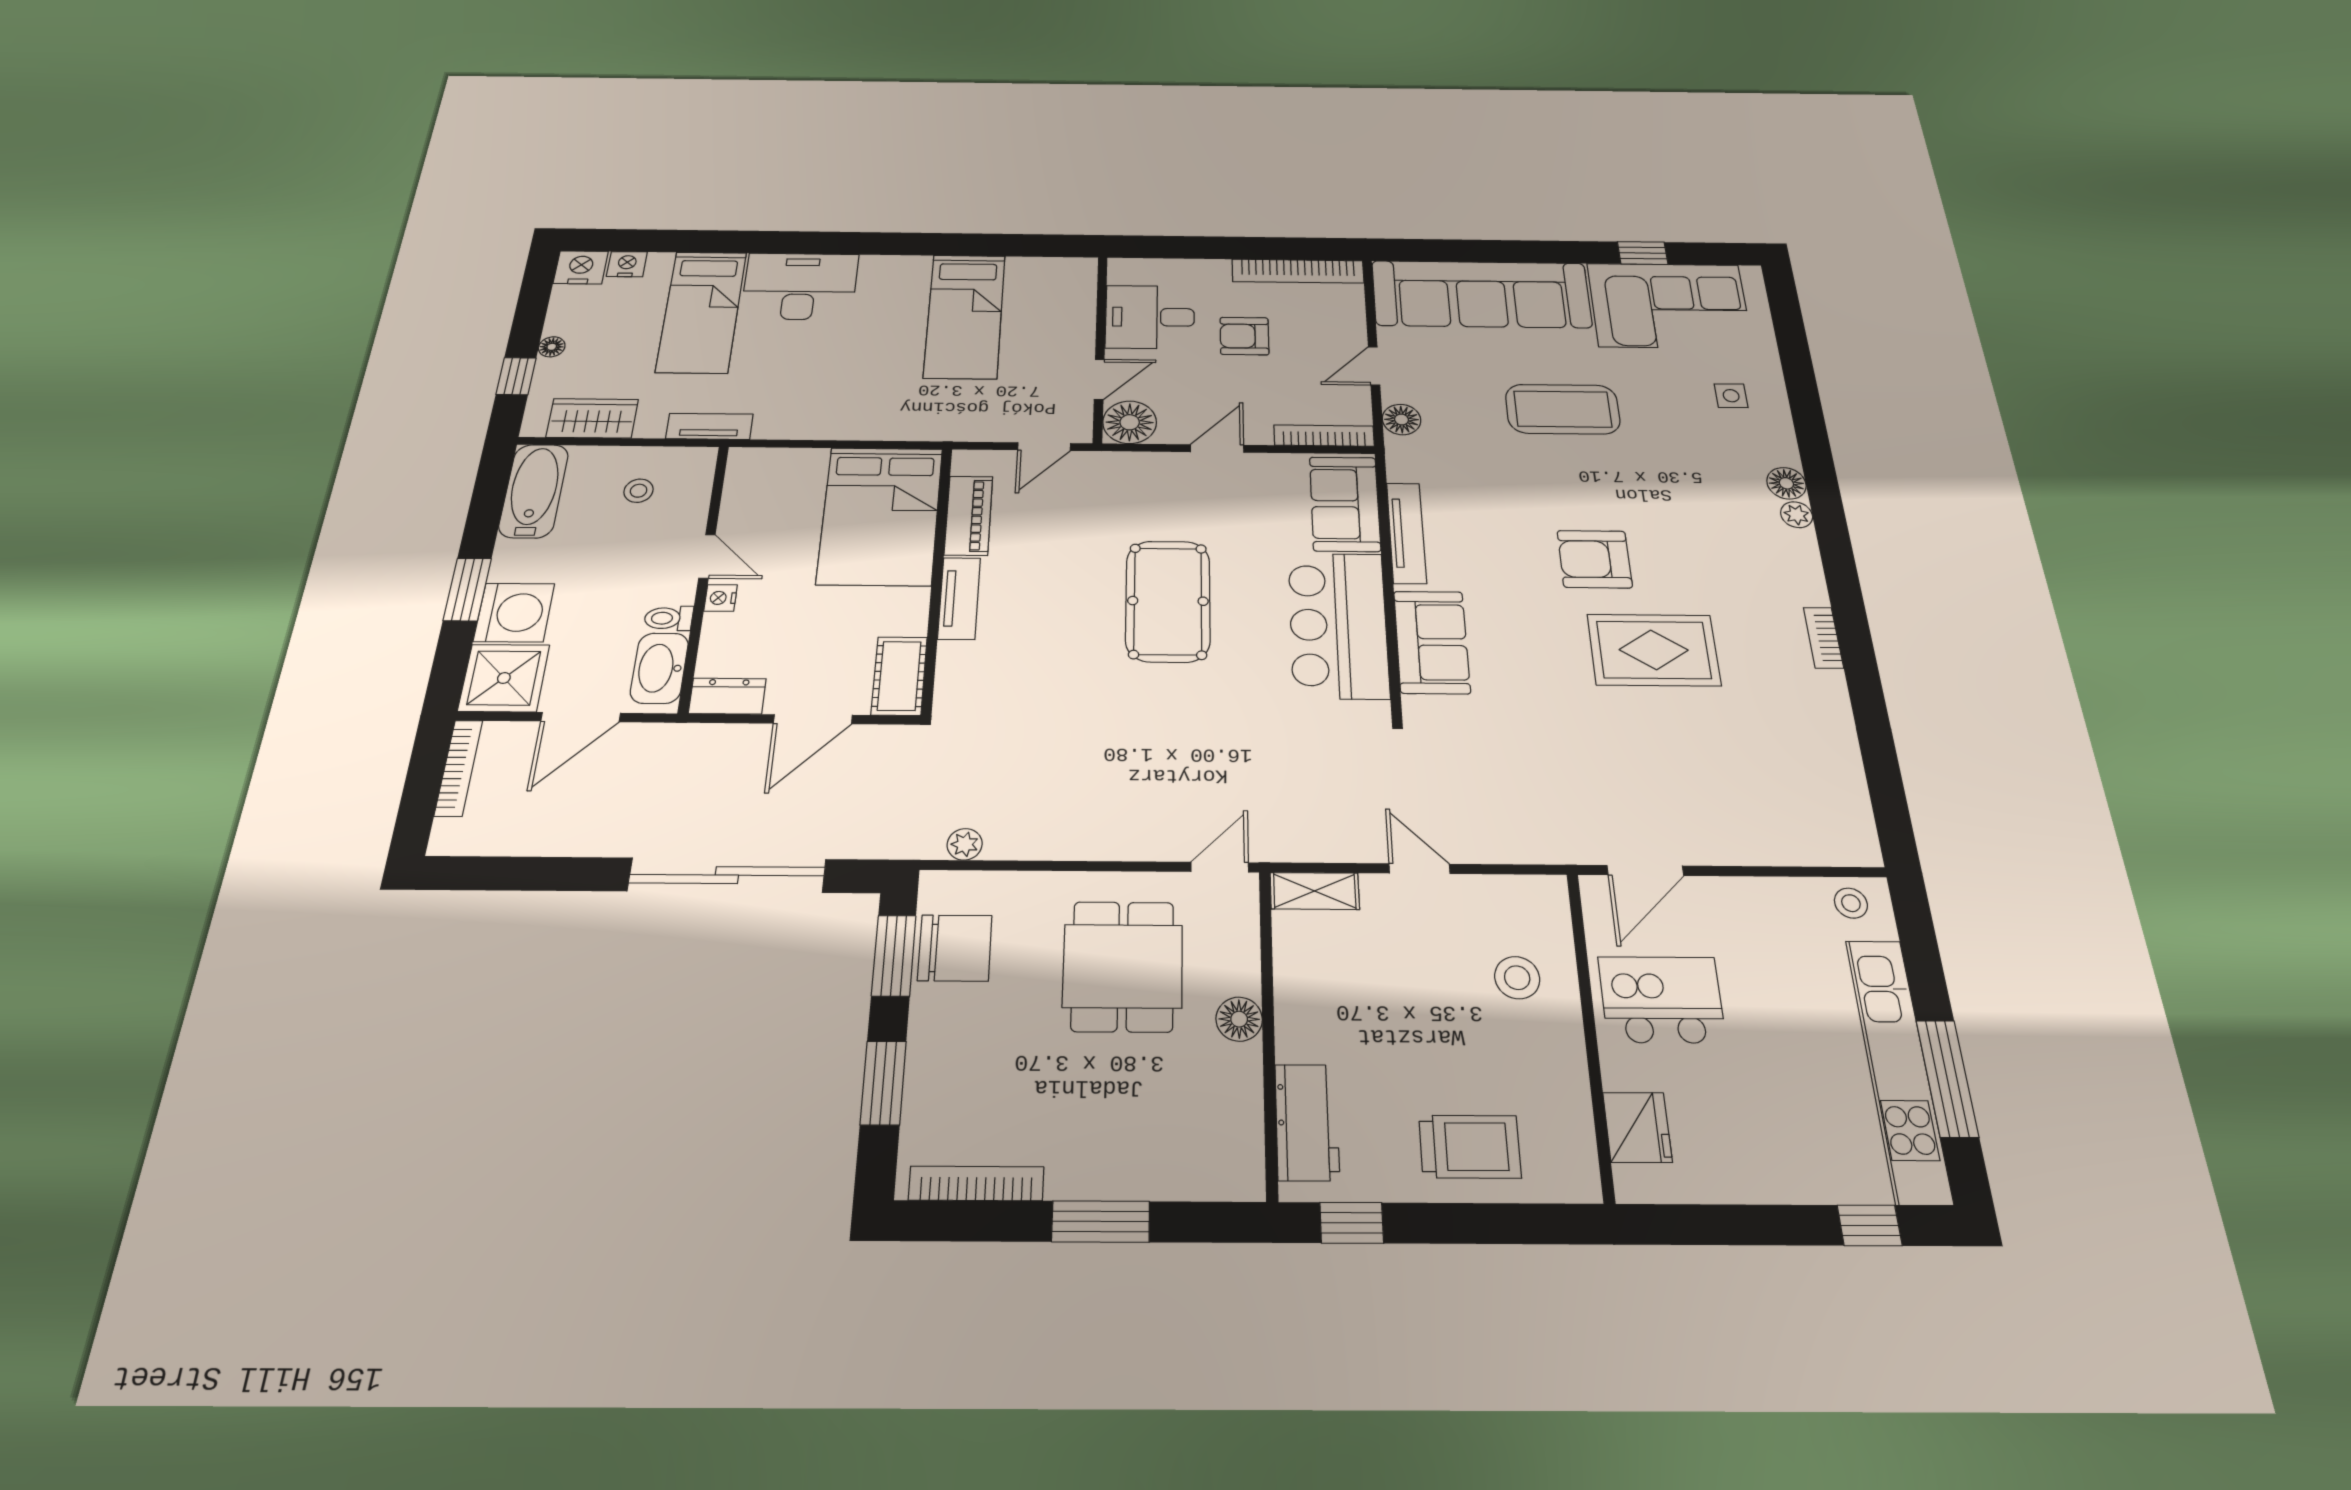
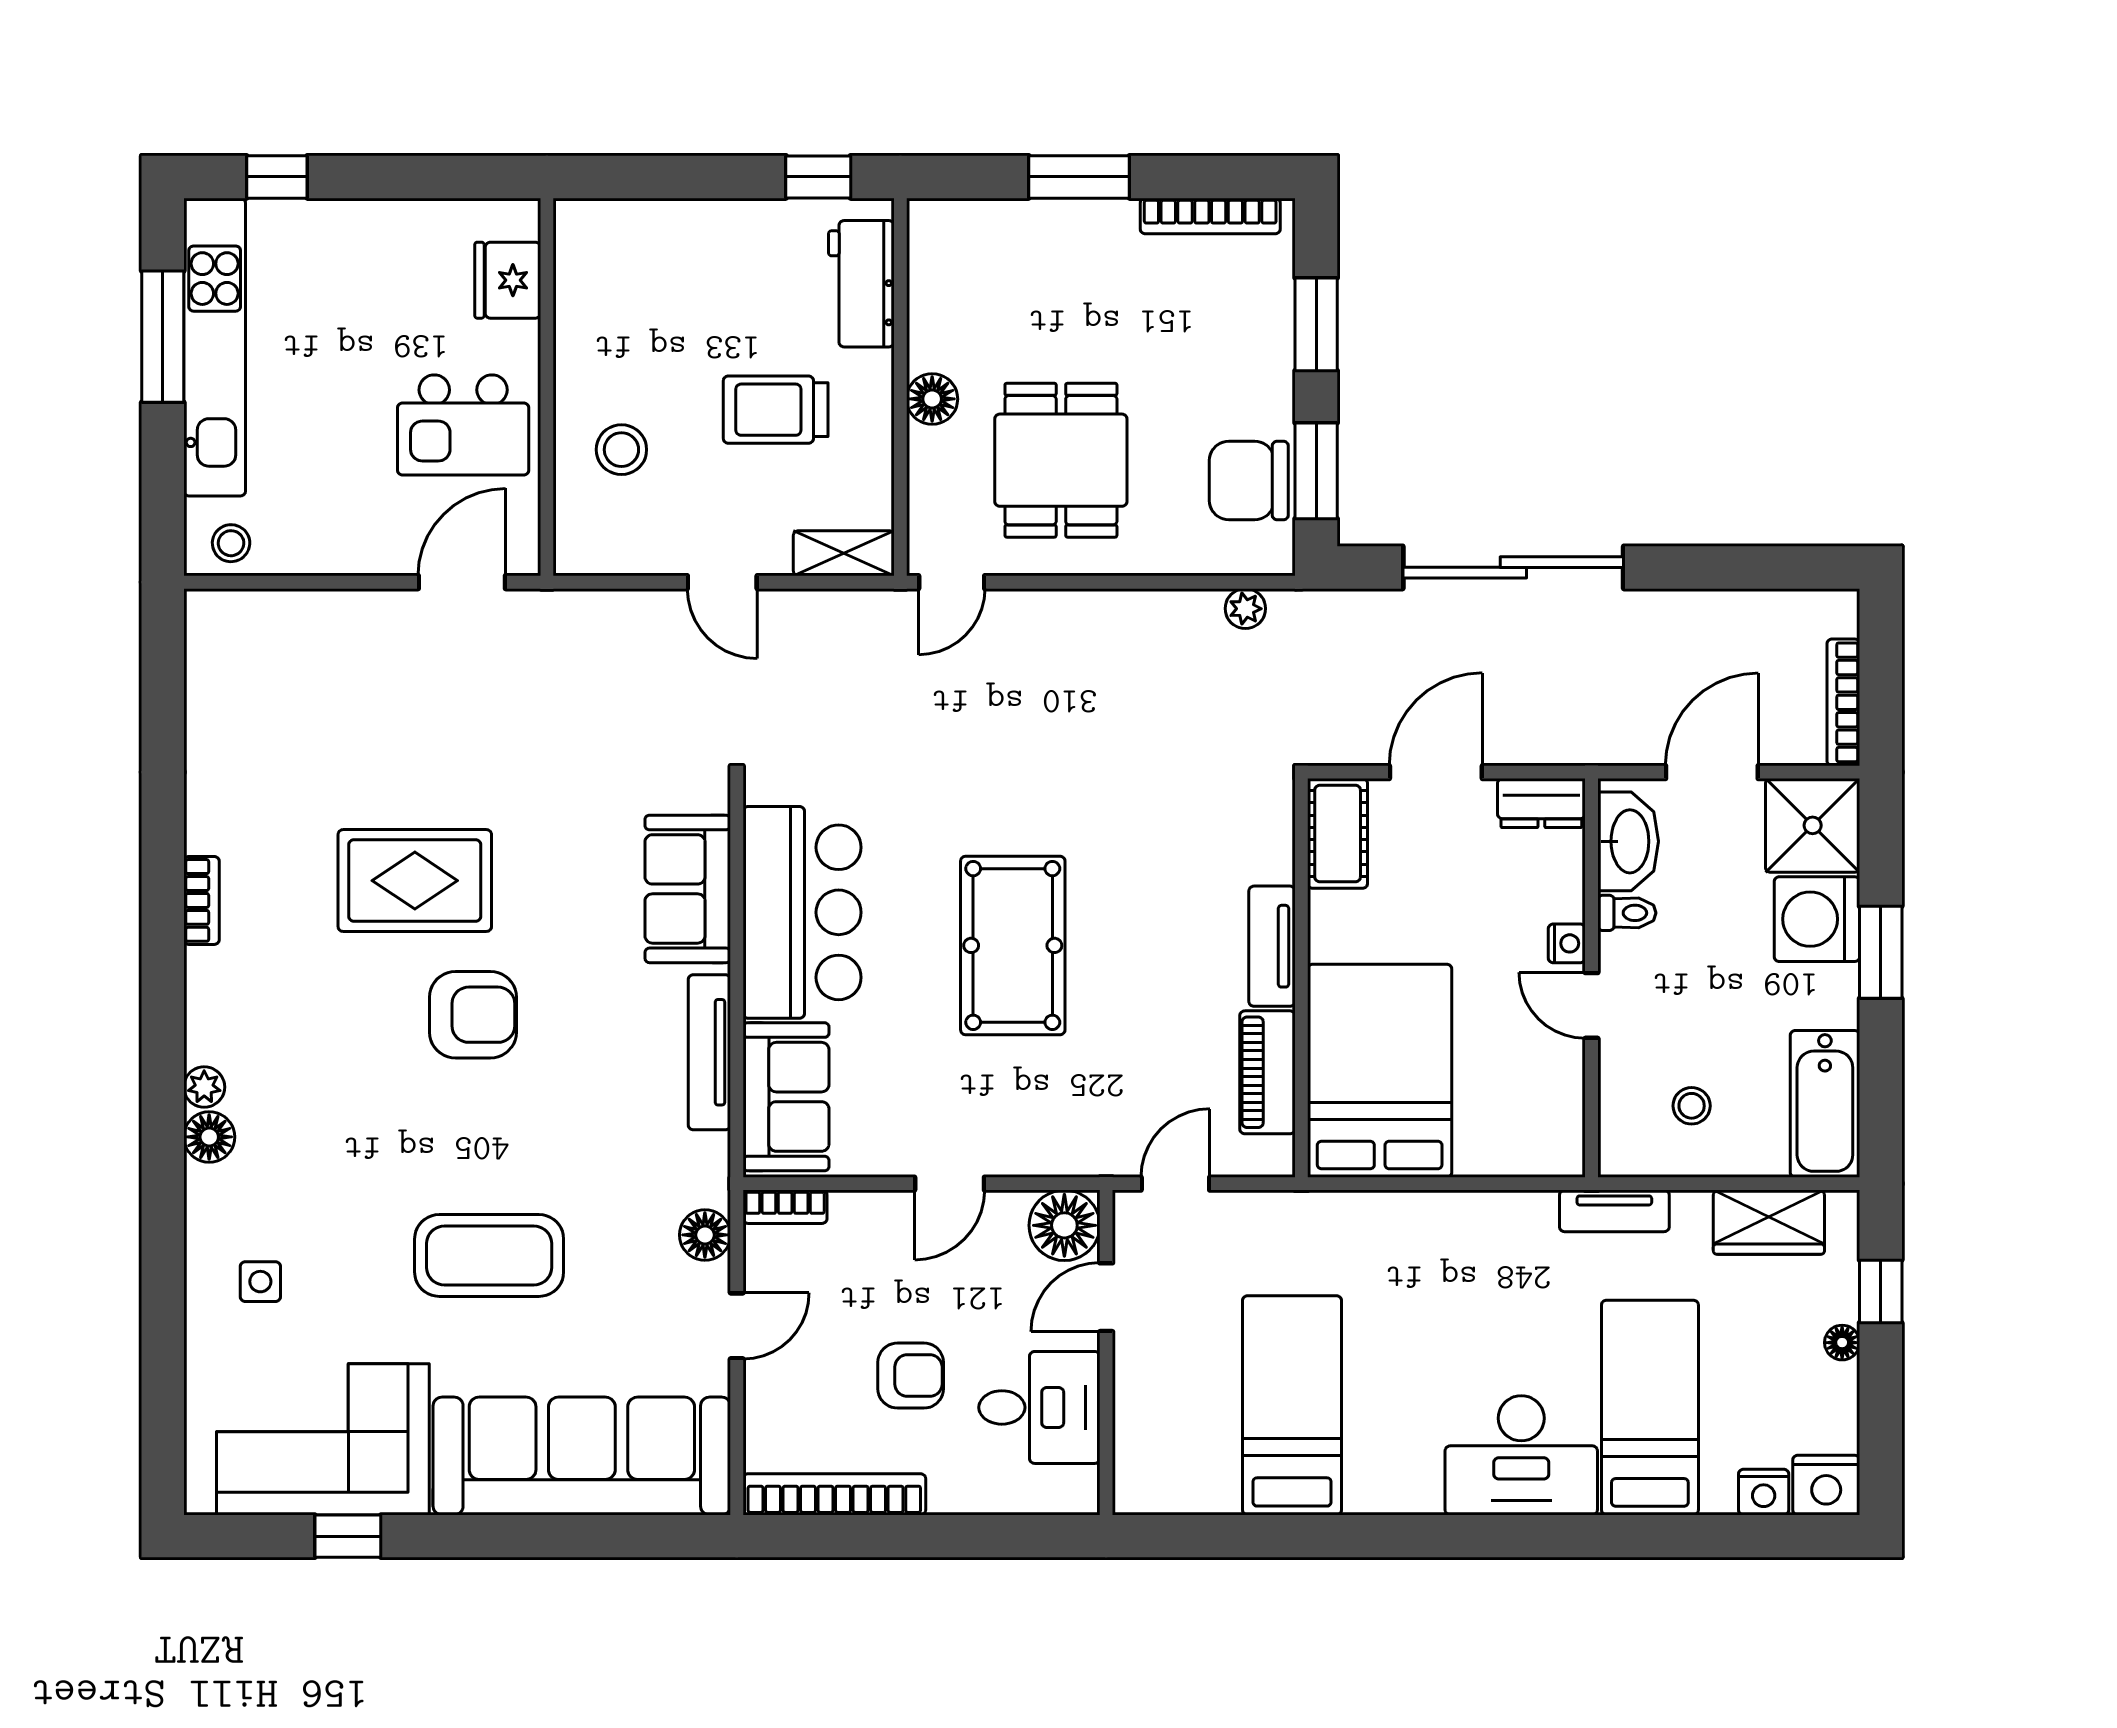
bookcase: (1324, 436) -> (785, 1207), width x0.64
trolley: (1470, 1147) -> (776, 410), moved

